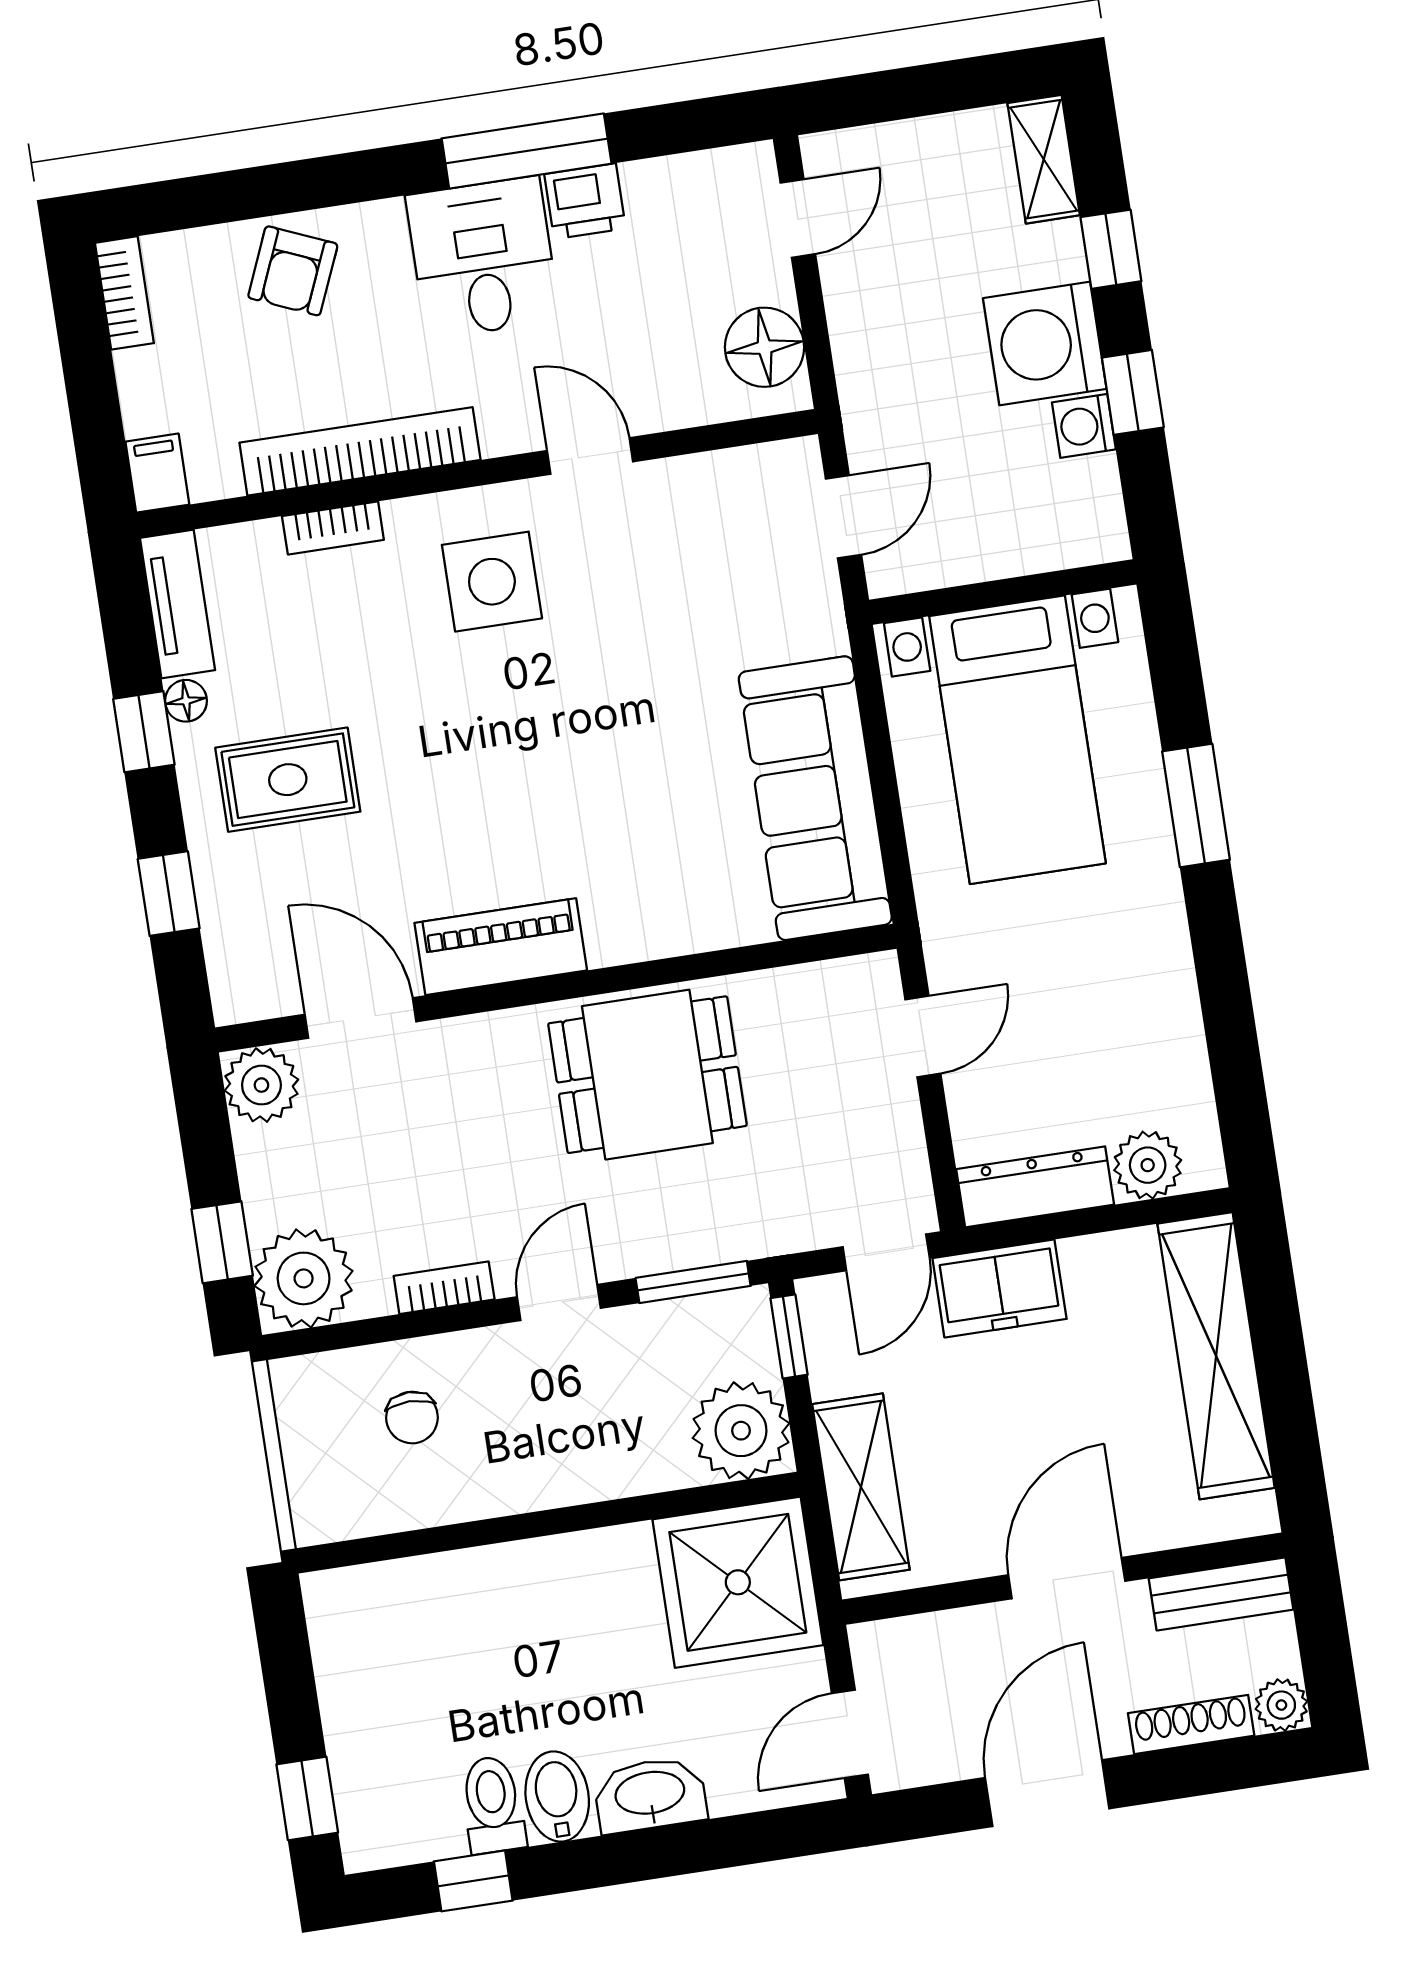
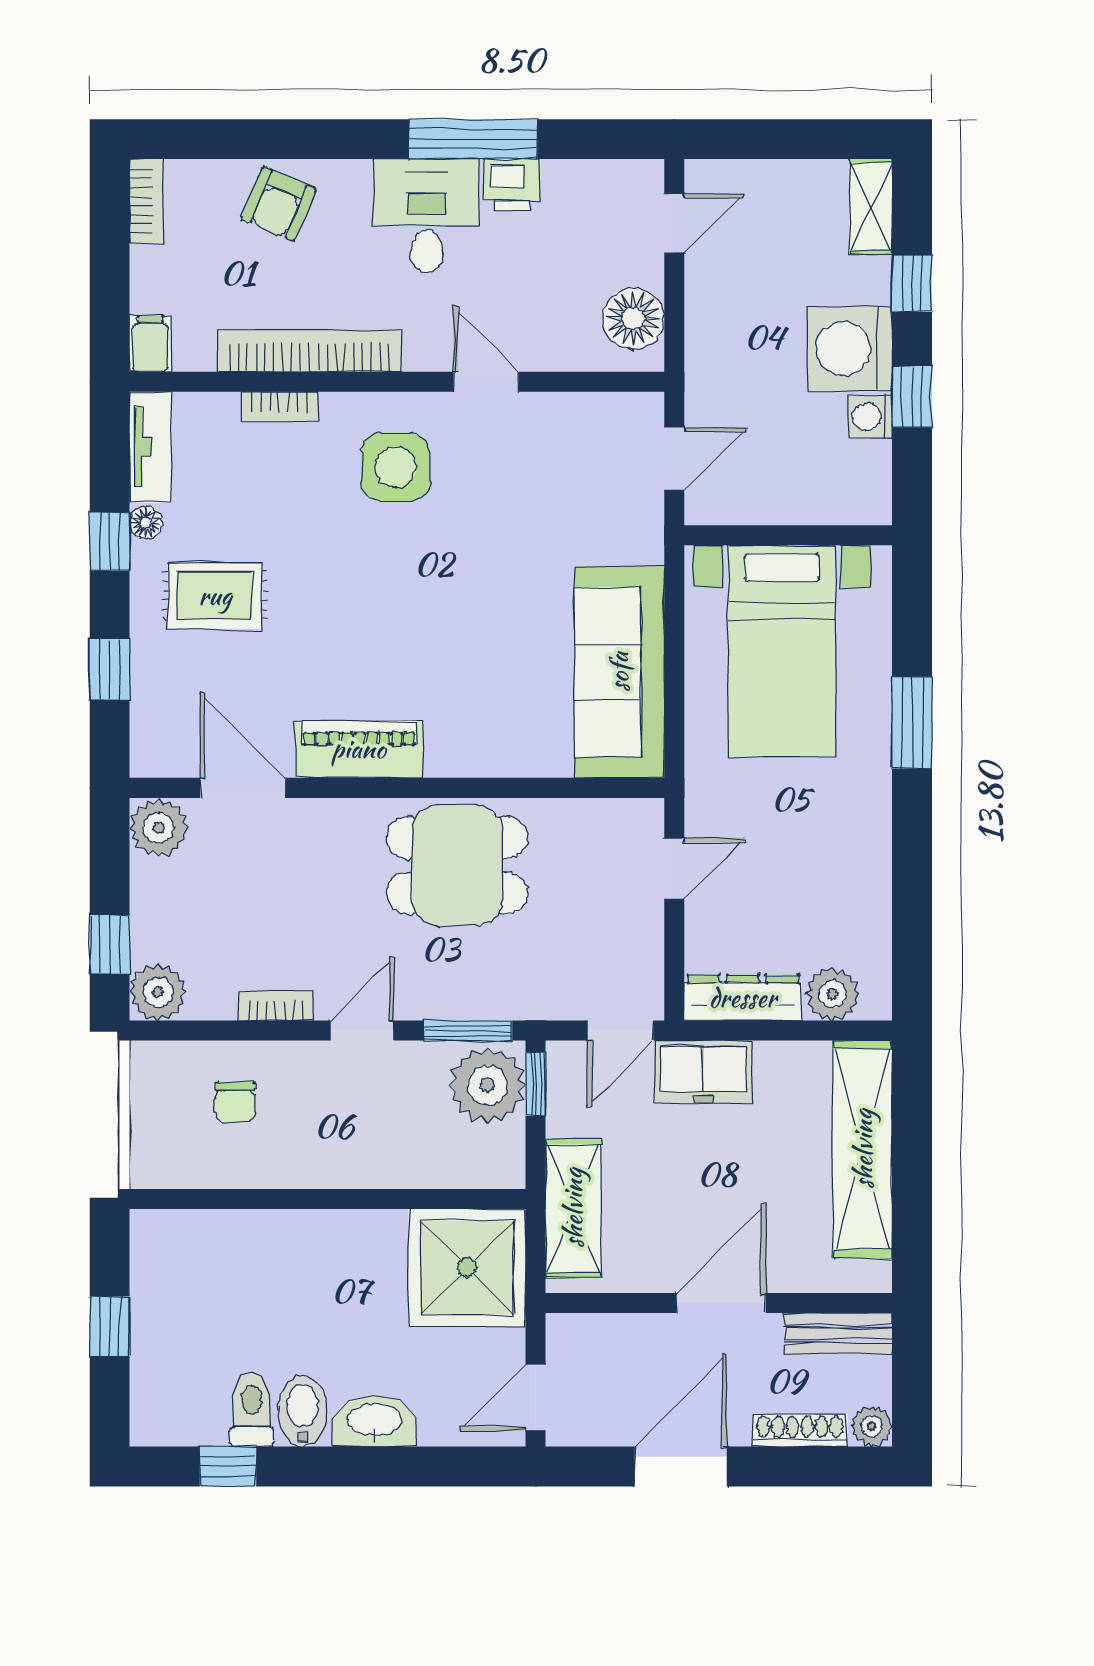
plant: (304, 1278) -> (158, 992), width x0.73, depth x0.73
plant: (741, 1431) -> (487, 1085), moved
window: (307, 1798) -> (110, 1327), moved

